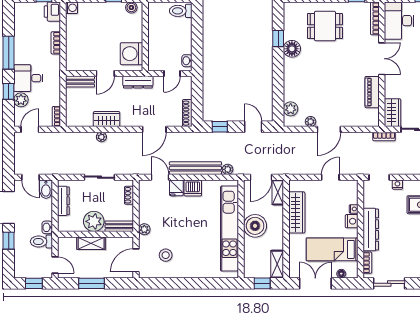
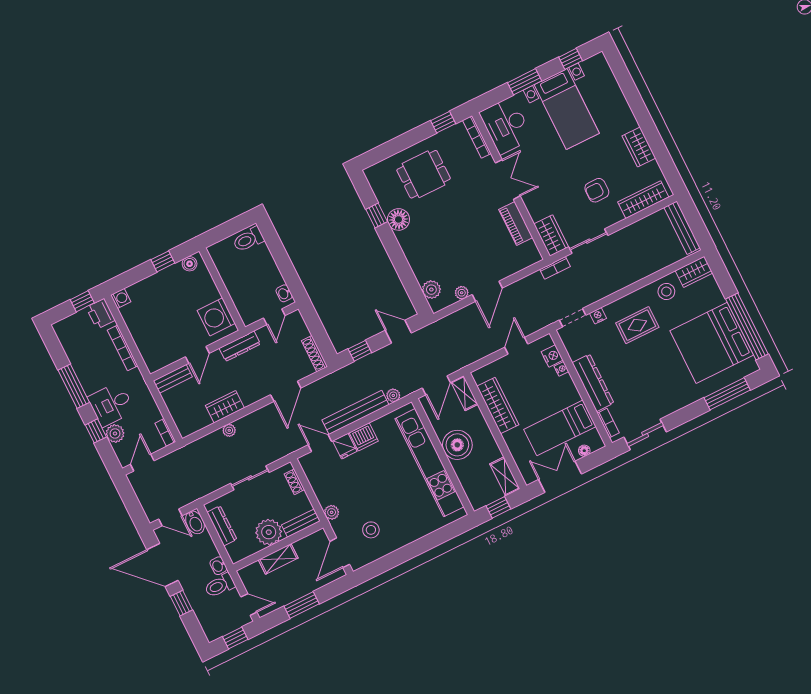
bookcase: (56, 43) -> (123, 348), width x1.56
nightstand: (352, 221) -> (552, 356), moved

